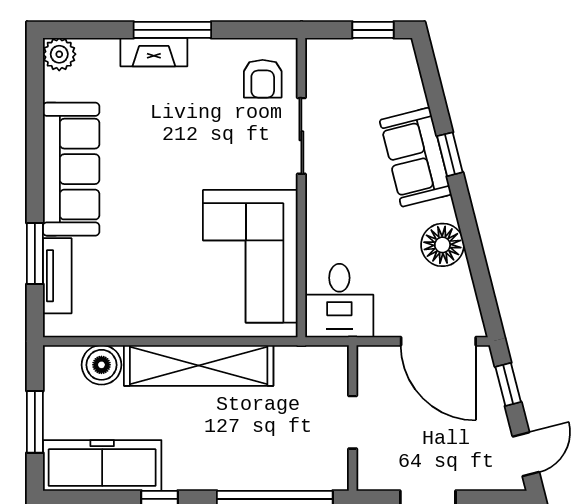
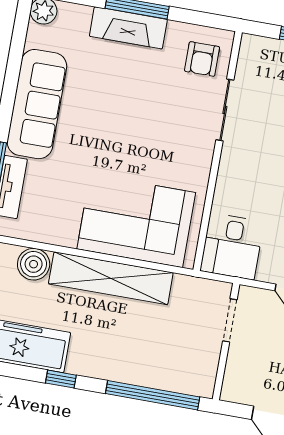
fireplace: (154, 52) -> (128, 28), width x1.37, depth x1.32
corner sofa: (250, 256) -> (136, 221), moved, turned 90
doorway: (353, 422) -> (230, 320), moved

